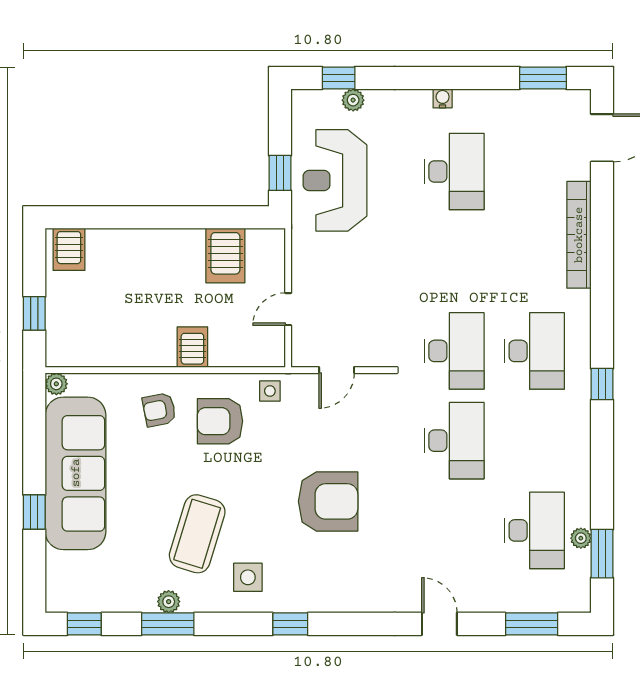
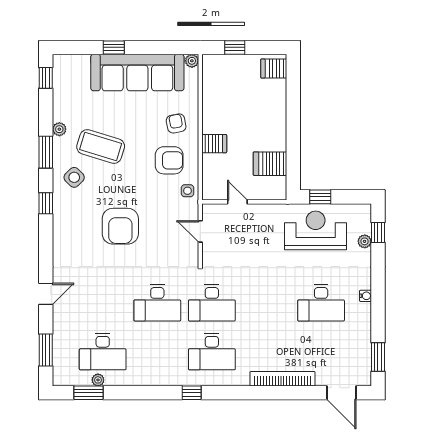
armchair: (220, 421) -> (169, 160), turned 90
side table: (248, 577) -> (74, 177), turned 45
window: (168, 624) -> (46, 152), moved

